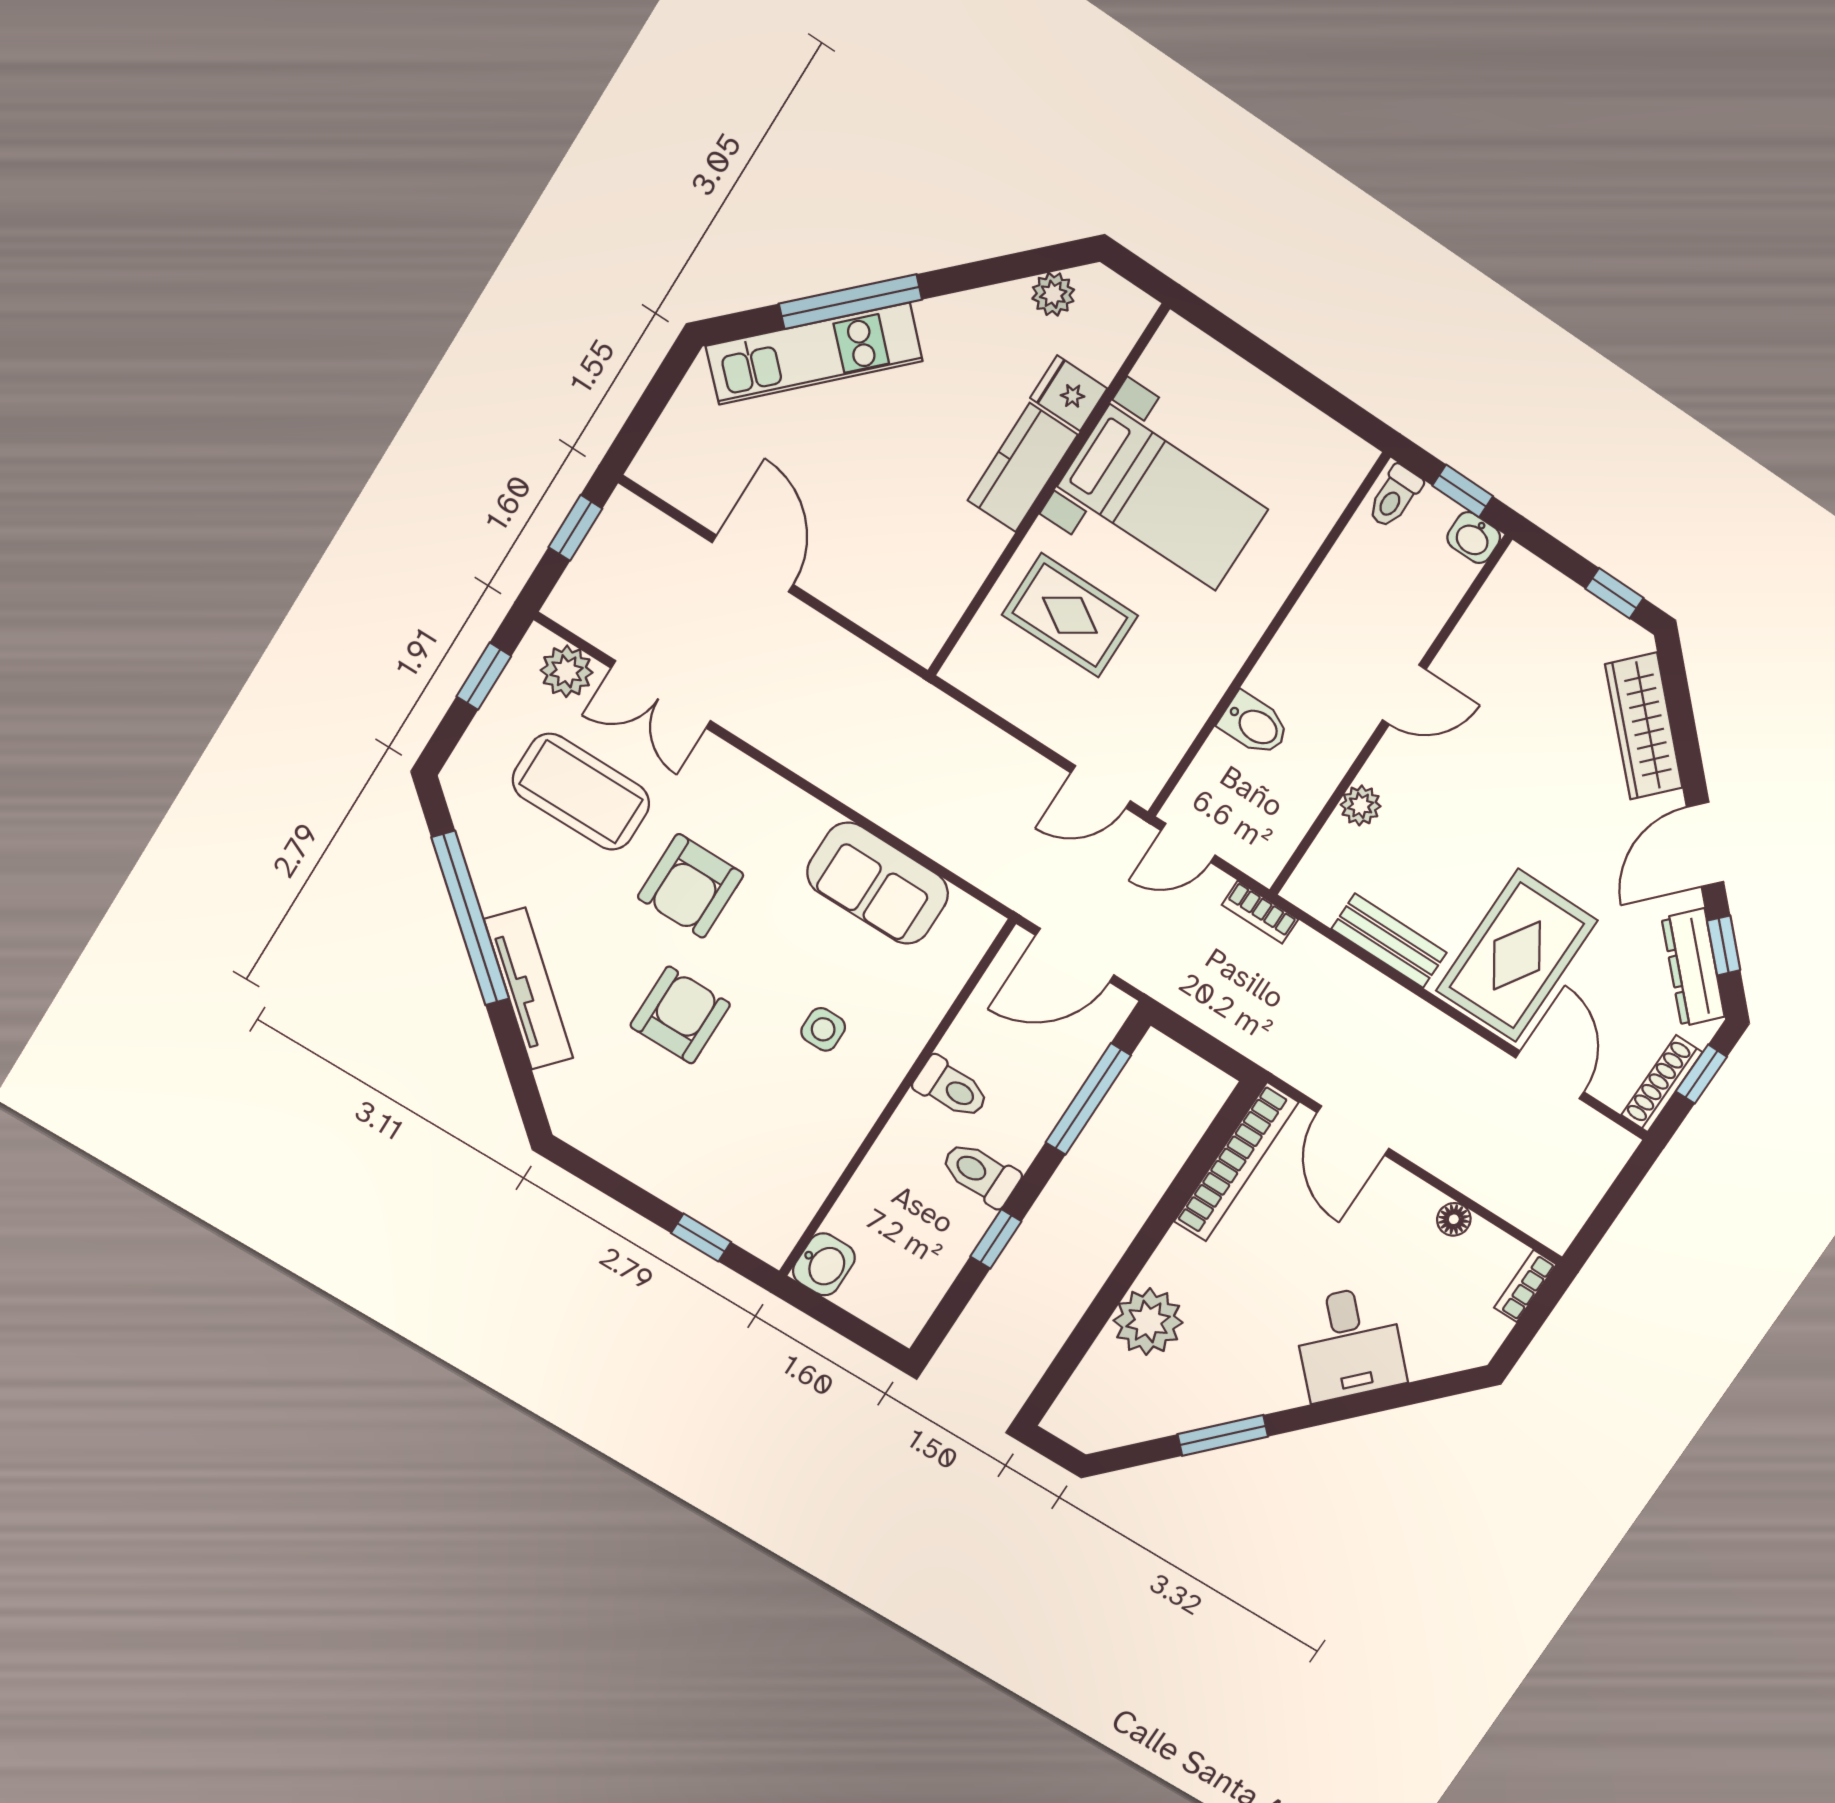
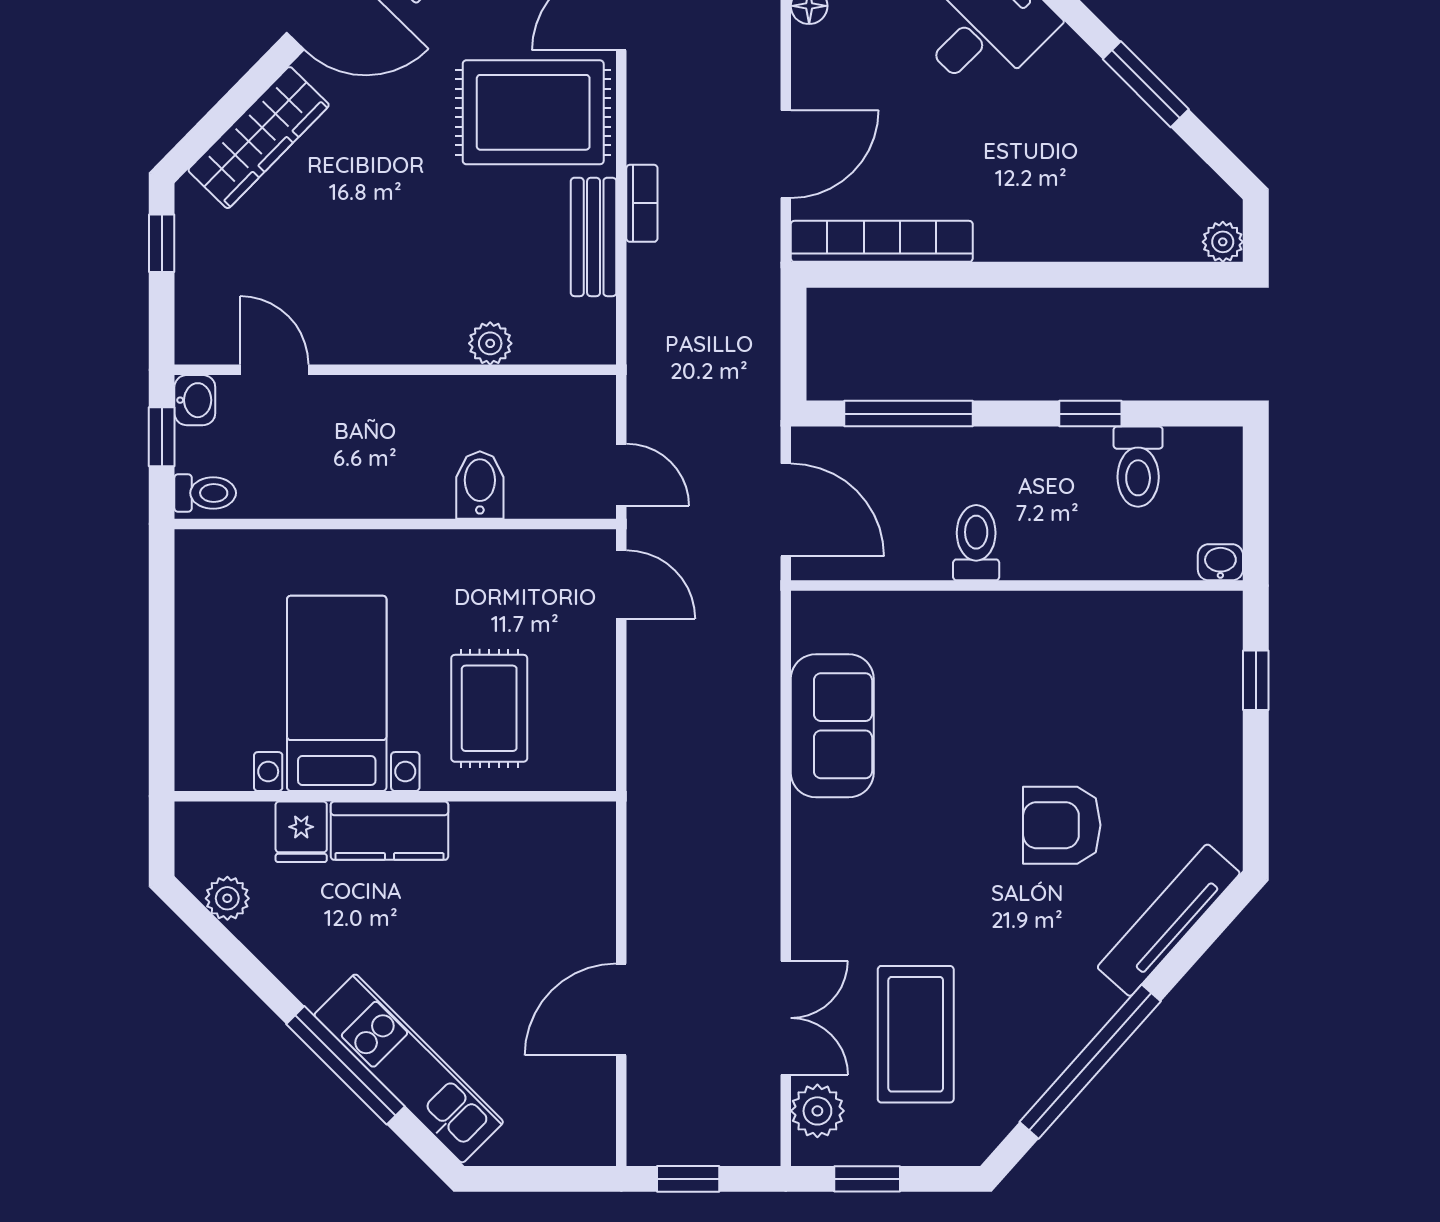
door: (1404, 695) -> (274, 370), moved
armchair: (691, 886) -> (939, 888), removed
bookcase: (1260, 912) -> (642, 203), moved
tv unit: (529, 989) -> (1169, 920), moved
side table: (823, 1029) -> (995, 691), removed
toilet: (980, 1174) -> (1138, 467), moved
washbasin: (824, 1264) -> (1220, 562), width x0.72, depth x0.69
plant: (1148, 1322) -> (1223, 242), moved, width x0.53, depth x0.53

